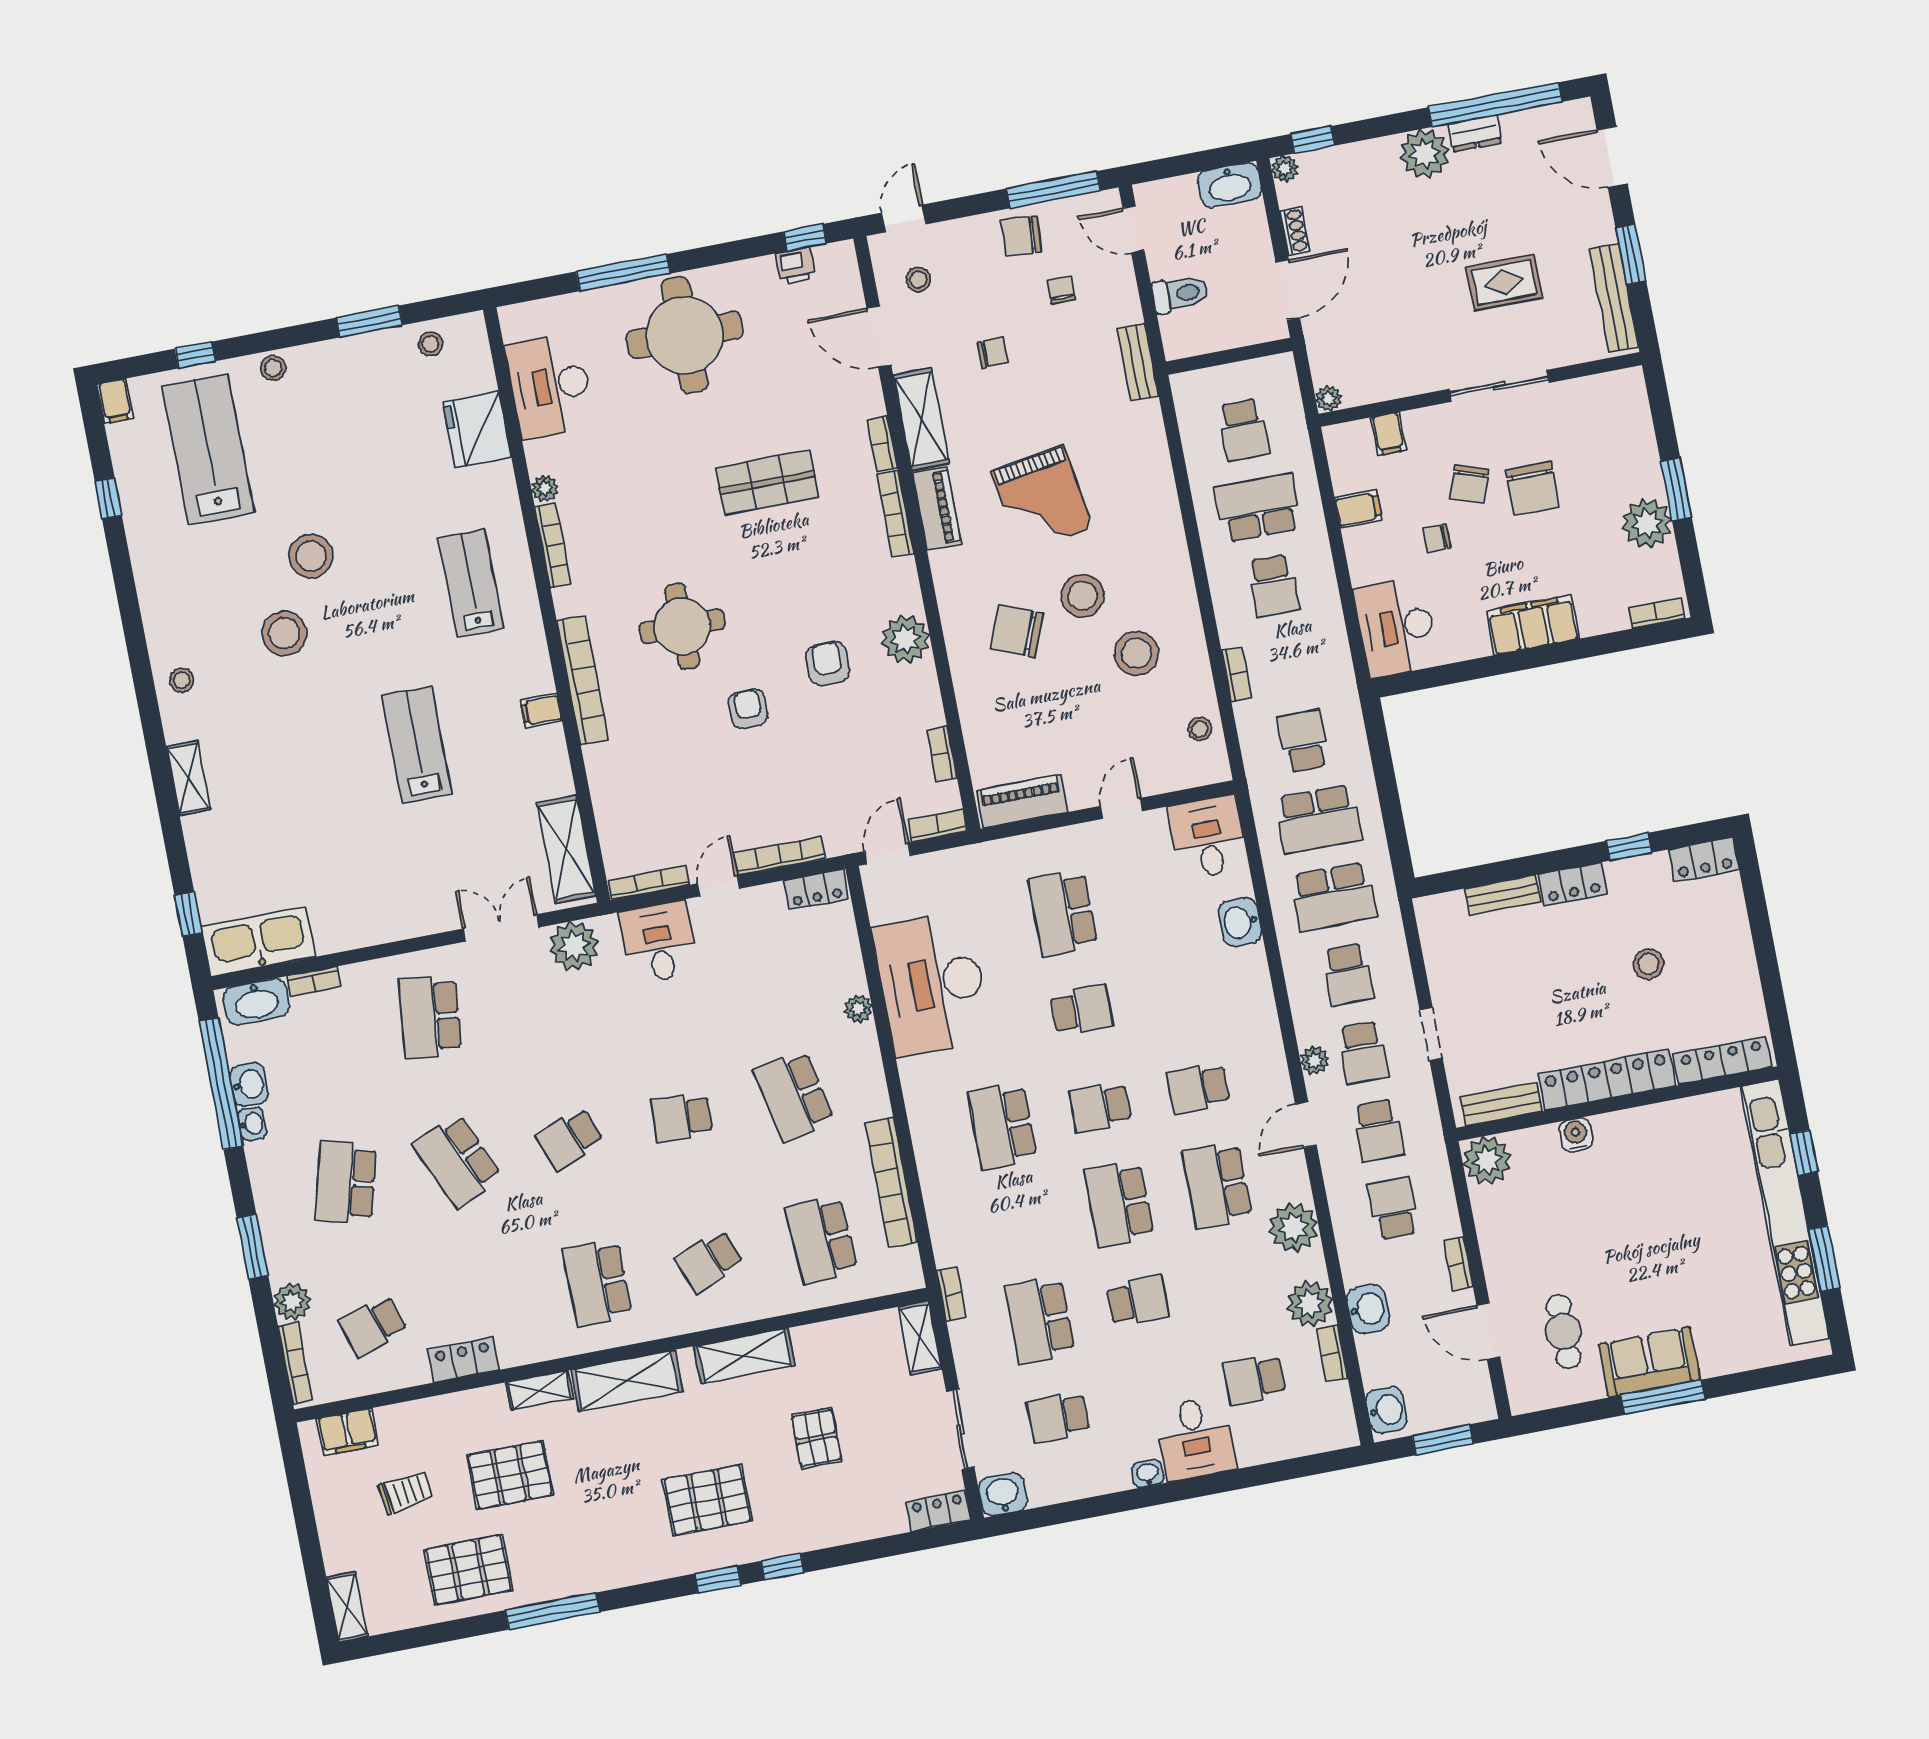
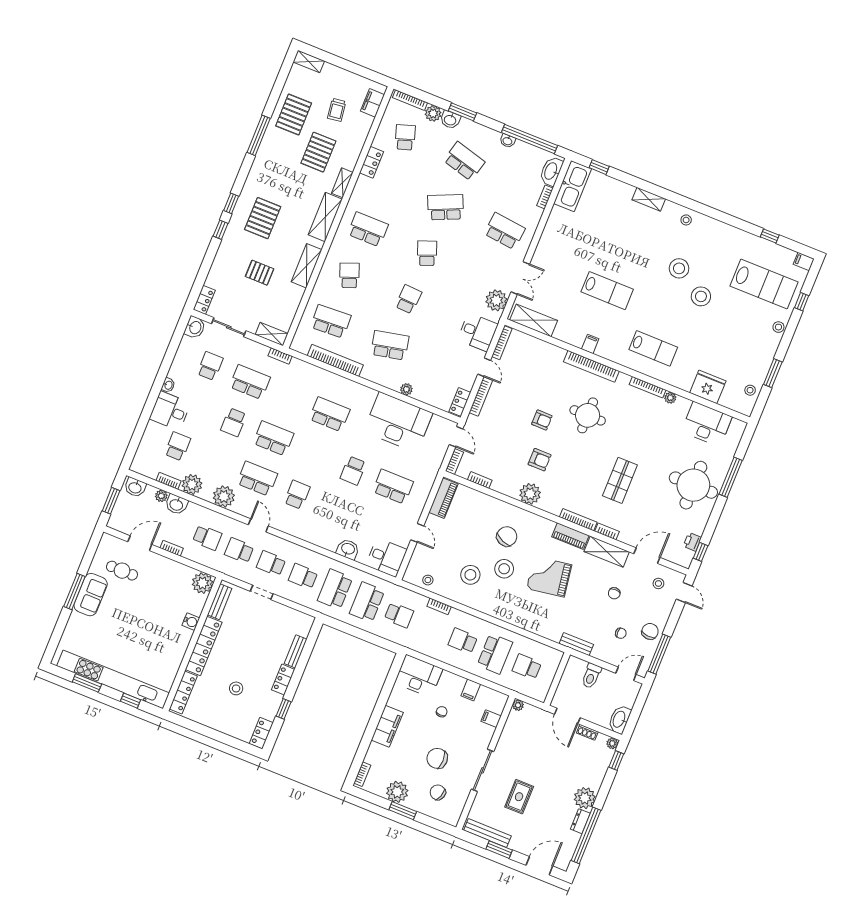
chair: (1469, 484) -> (438, 792), moved
plant: (1315, 1060) -> (161, 496), moved
washbasin: (249, 1084) -> (450, 120), moved
school desk: (1100, 1107) -> (313, 454), removed

